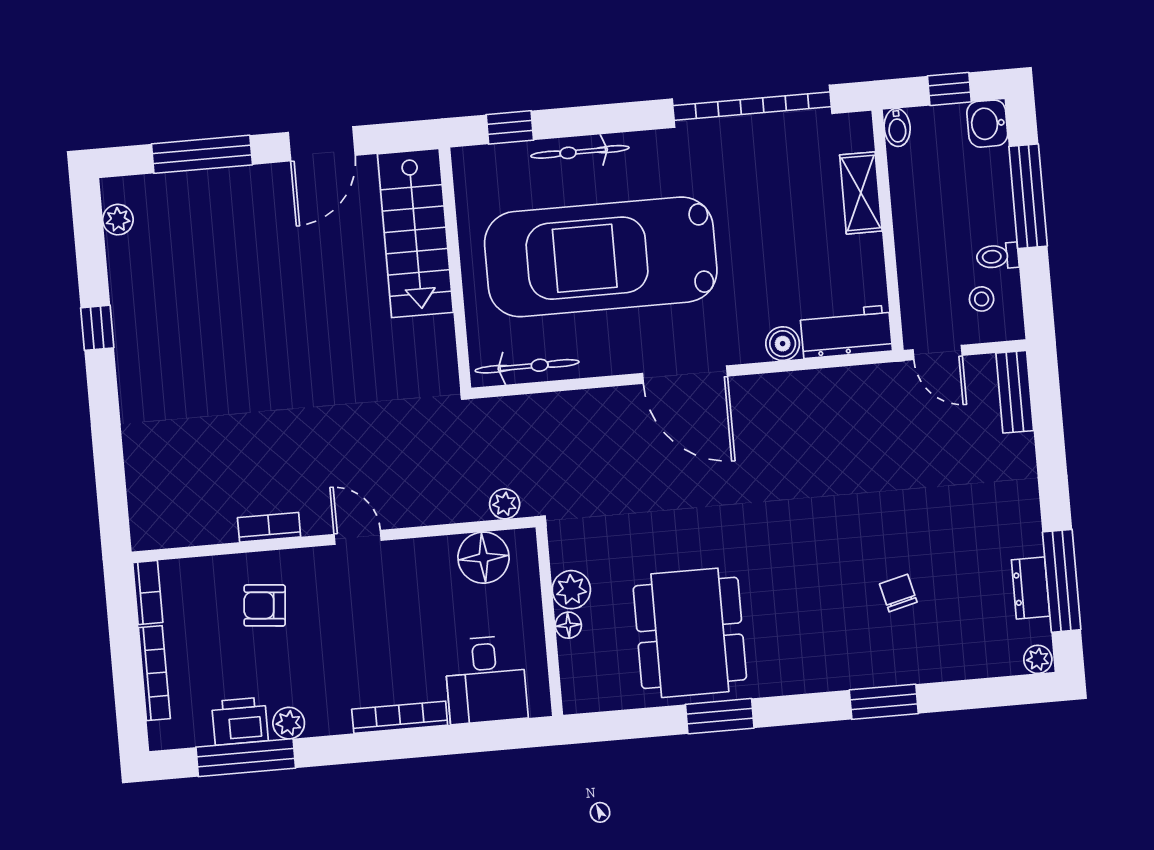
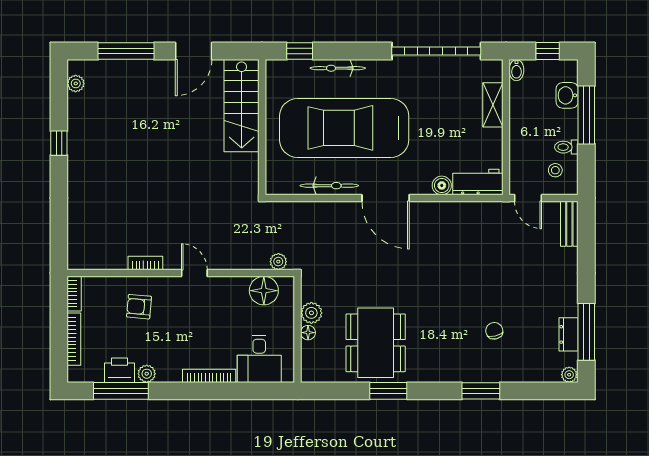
washbasin: (987, 124) -> (567, 95), moved
bicycle: (527, 366) -> (329, 186), moved

